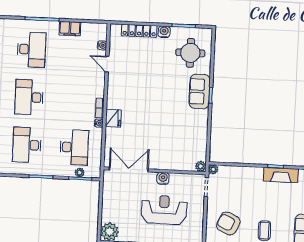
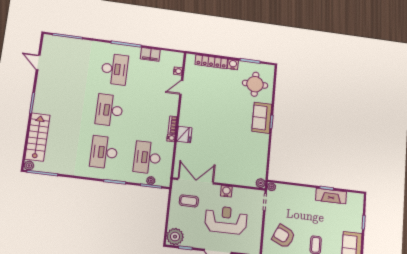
door: (107, 64) -> (181, 87), hinge flipped
desk: (74, 147) -> (147, 158), turned 180
coffee table: (122, 192) -> (189, 201), added

